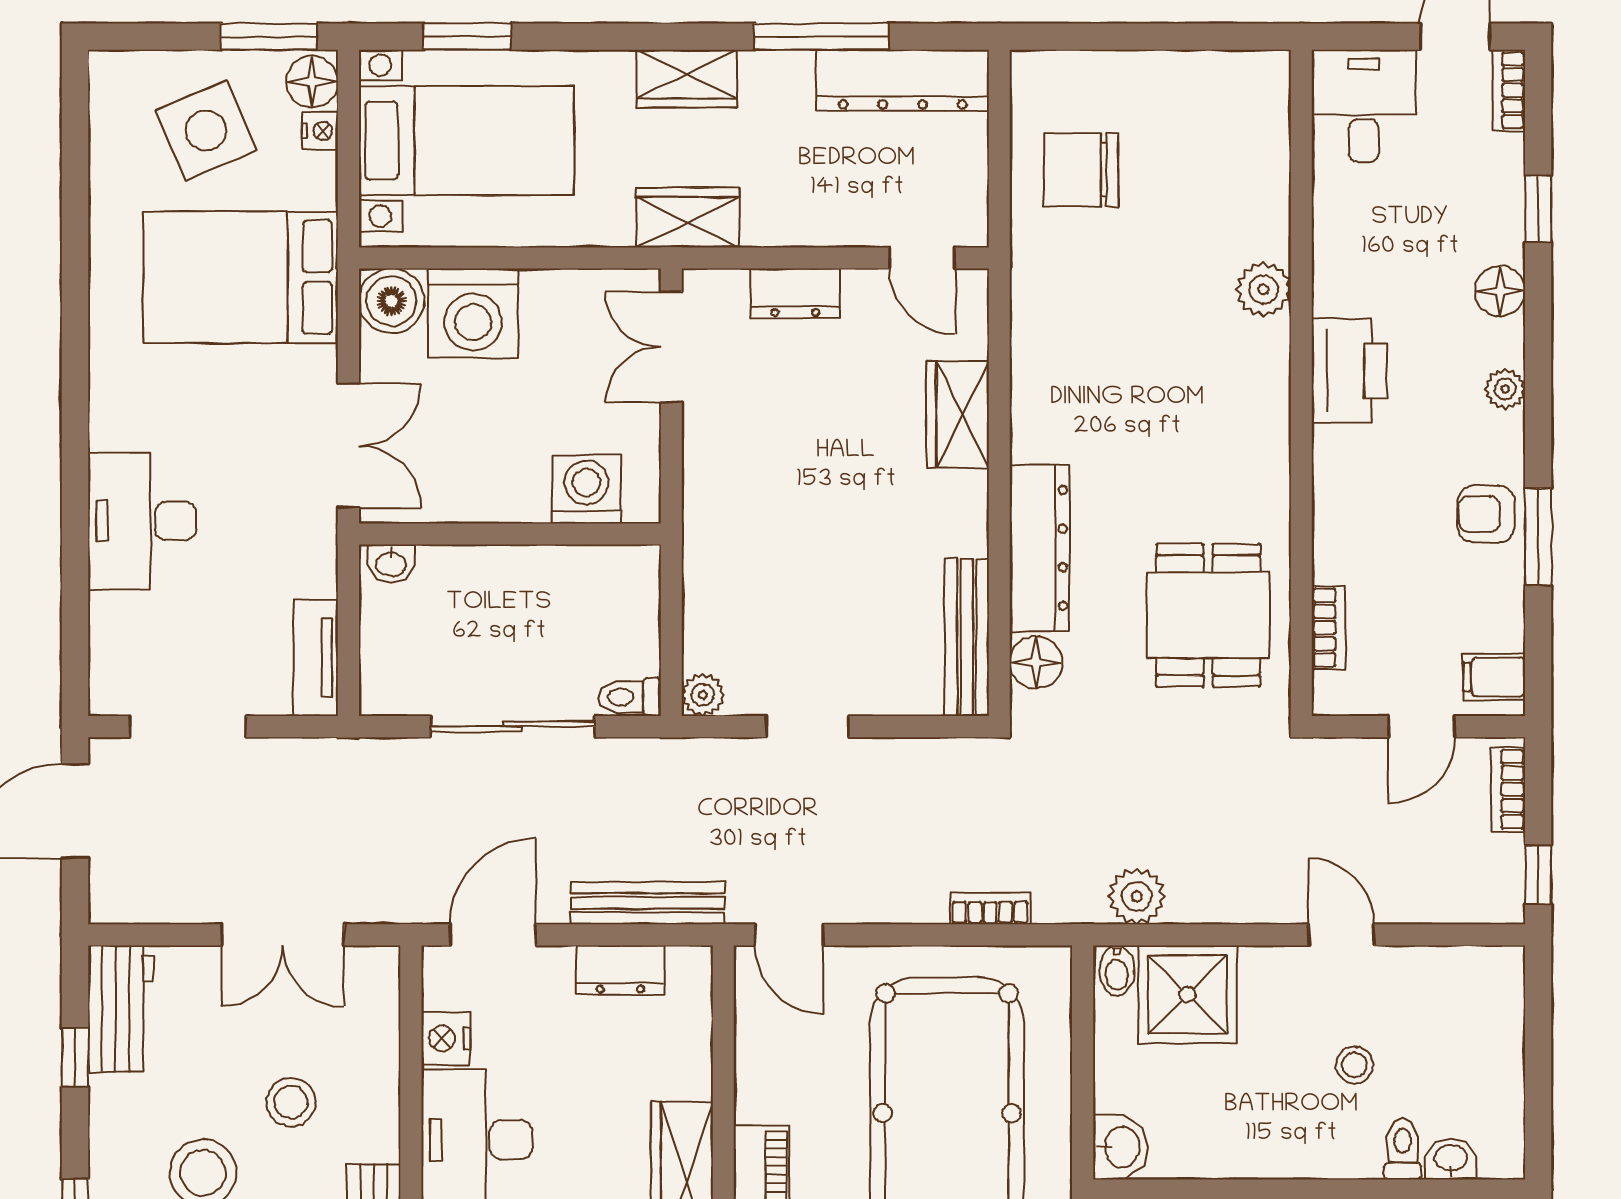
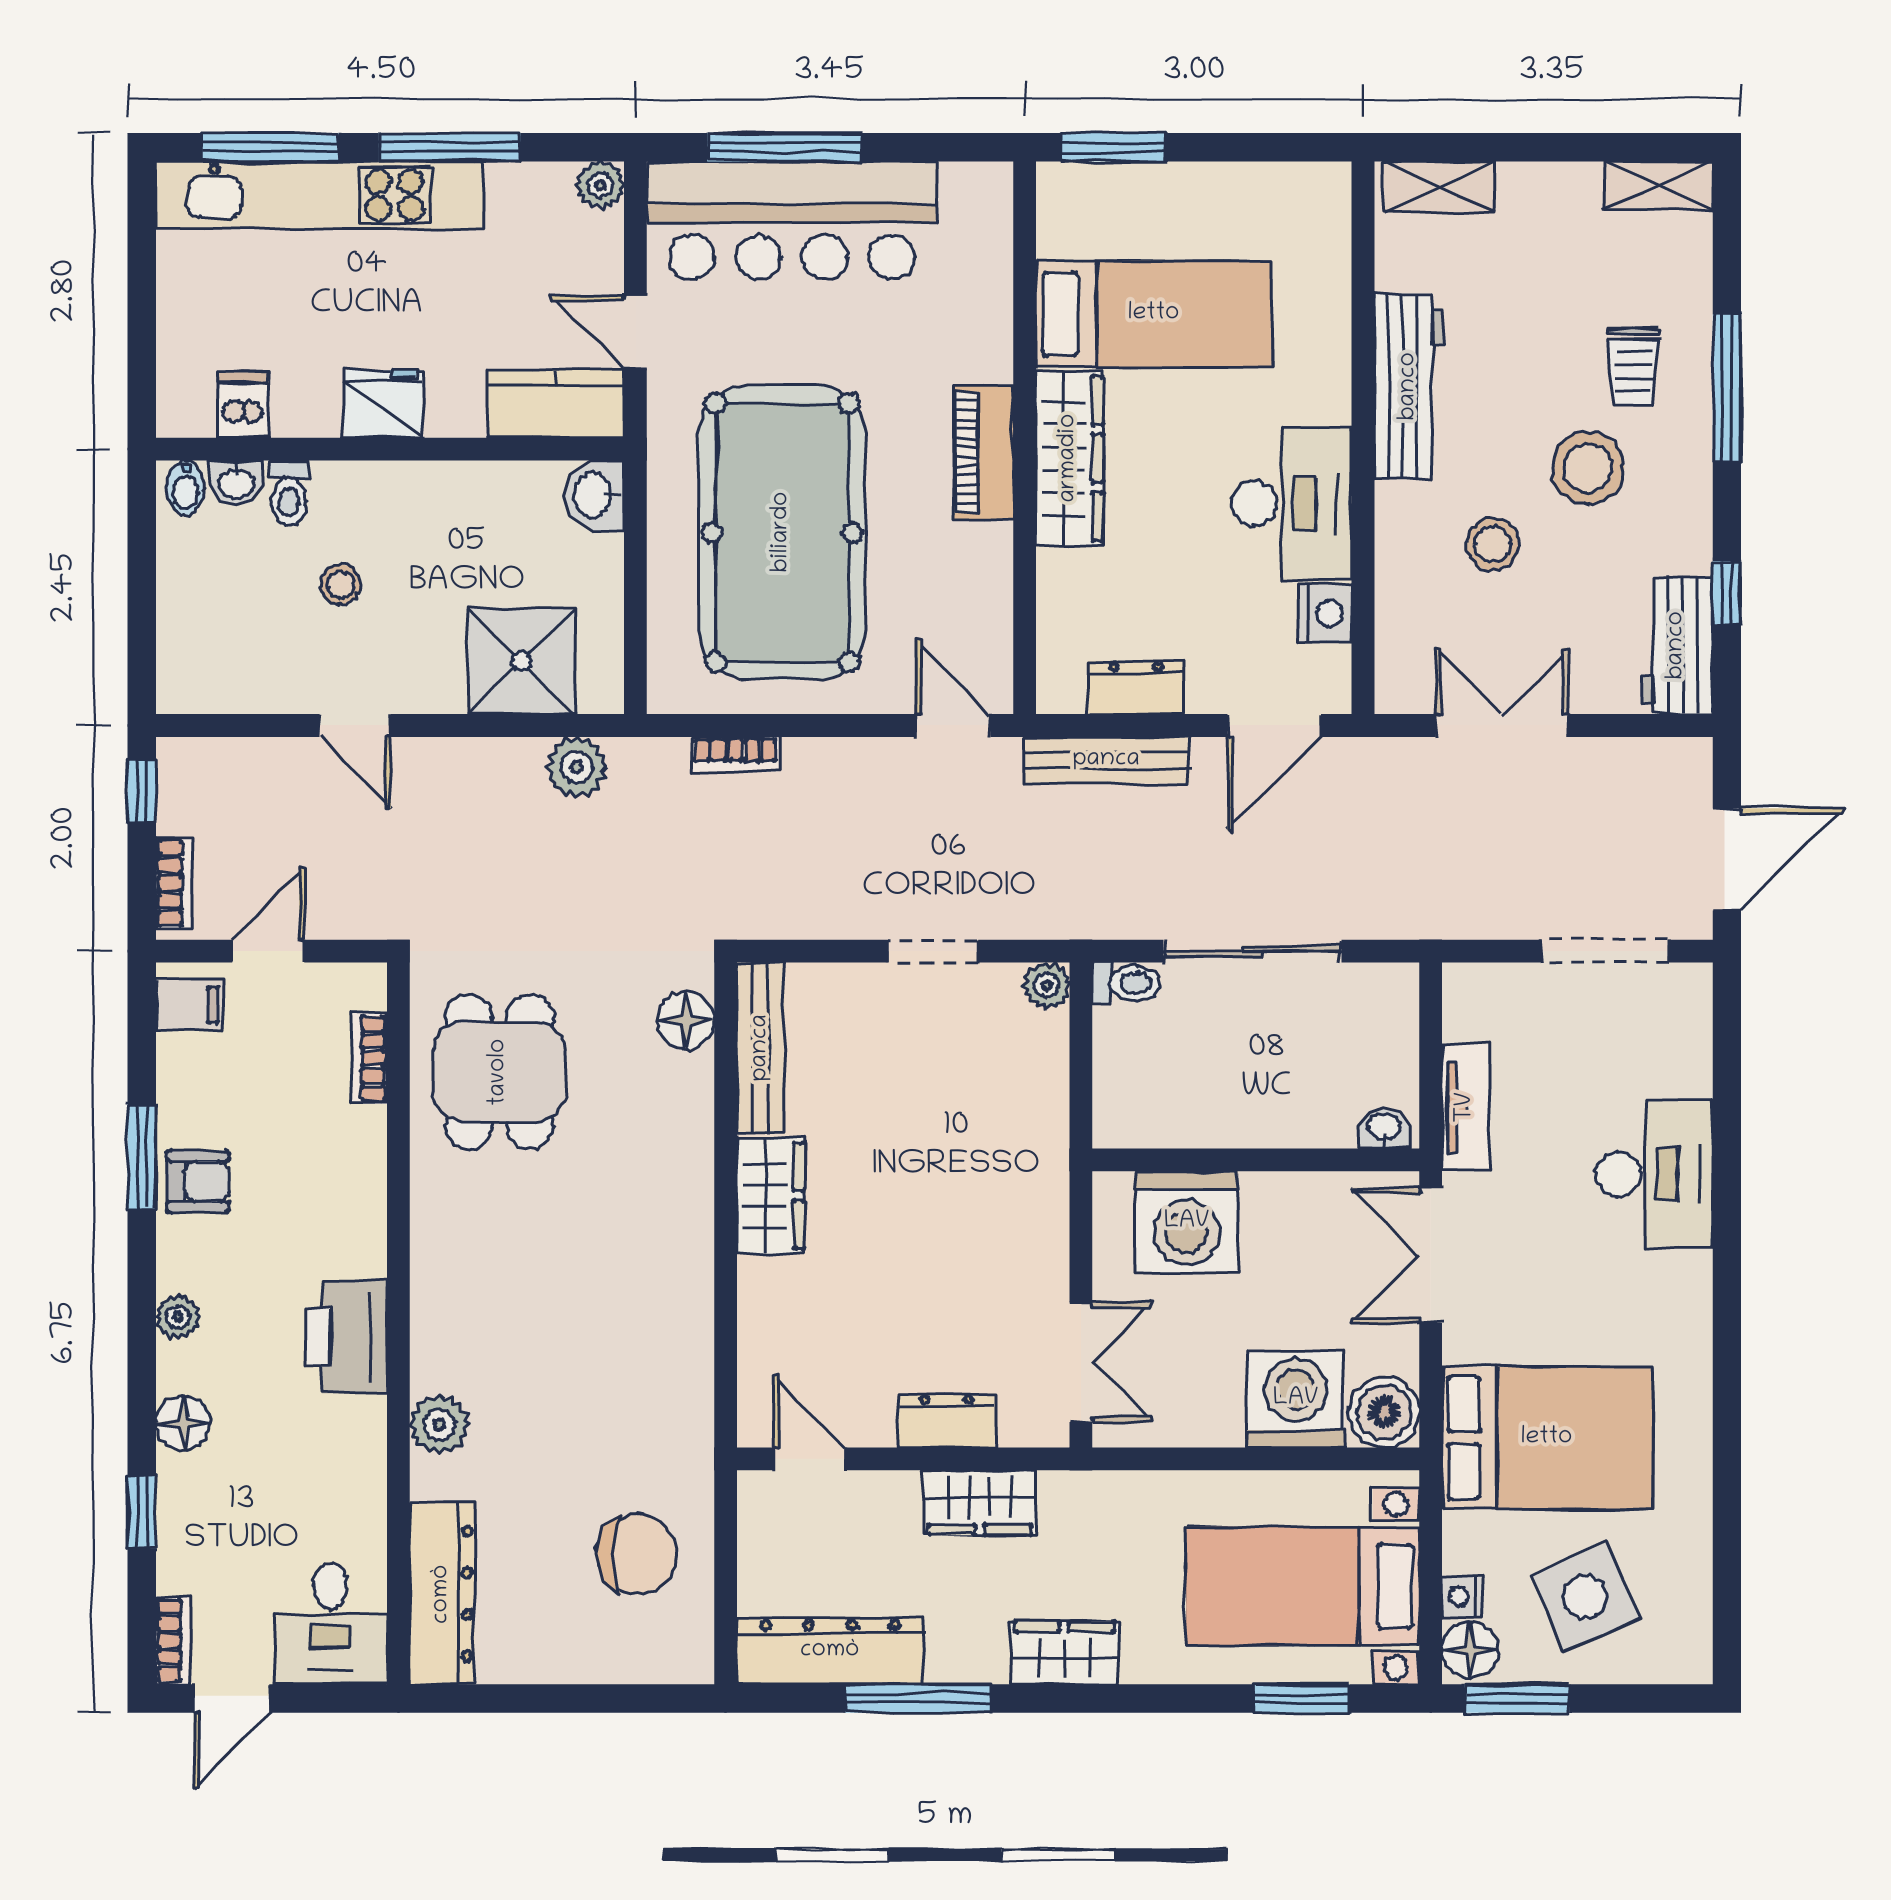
wardrobe: (688, 218) -> (980, 1503), moved
wardrobe: (958, 414) -> (771, 1196), moved
washing machine: (586, 489) -> (1187, 1222), width x1.37, depth x1.37
dresser: (1040, 548) -> (442, 1594), moved, turned 180
tv unit: (316, 658) -> (1466, 1107), moved
bidet: (1117, 971) -> (186, 488), moved, turned 180

